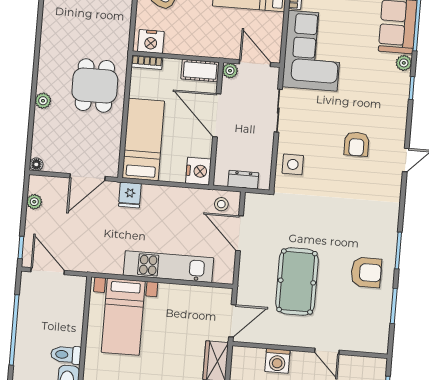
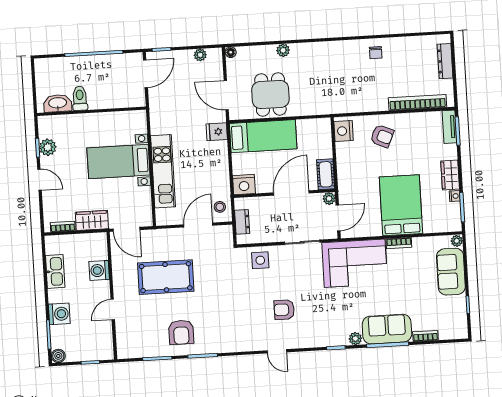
bookcase: (147, 62) -> (326, 130), removed
dining table: (95, 85) -> (270, 95), moved, turned 90
bed with nightstands: (123, 317) -> (118, 161), moved

